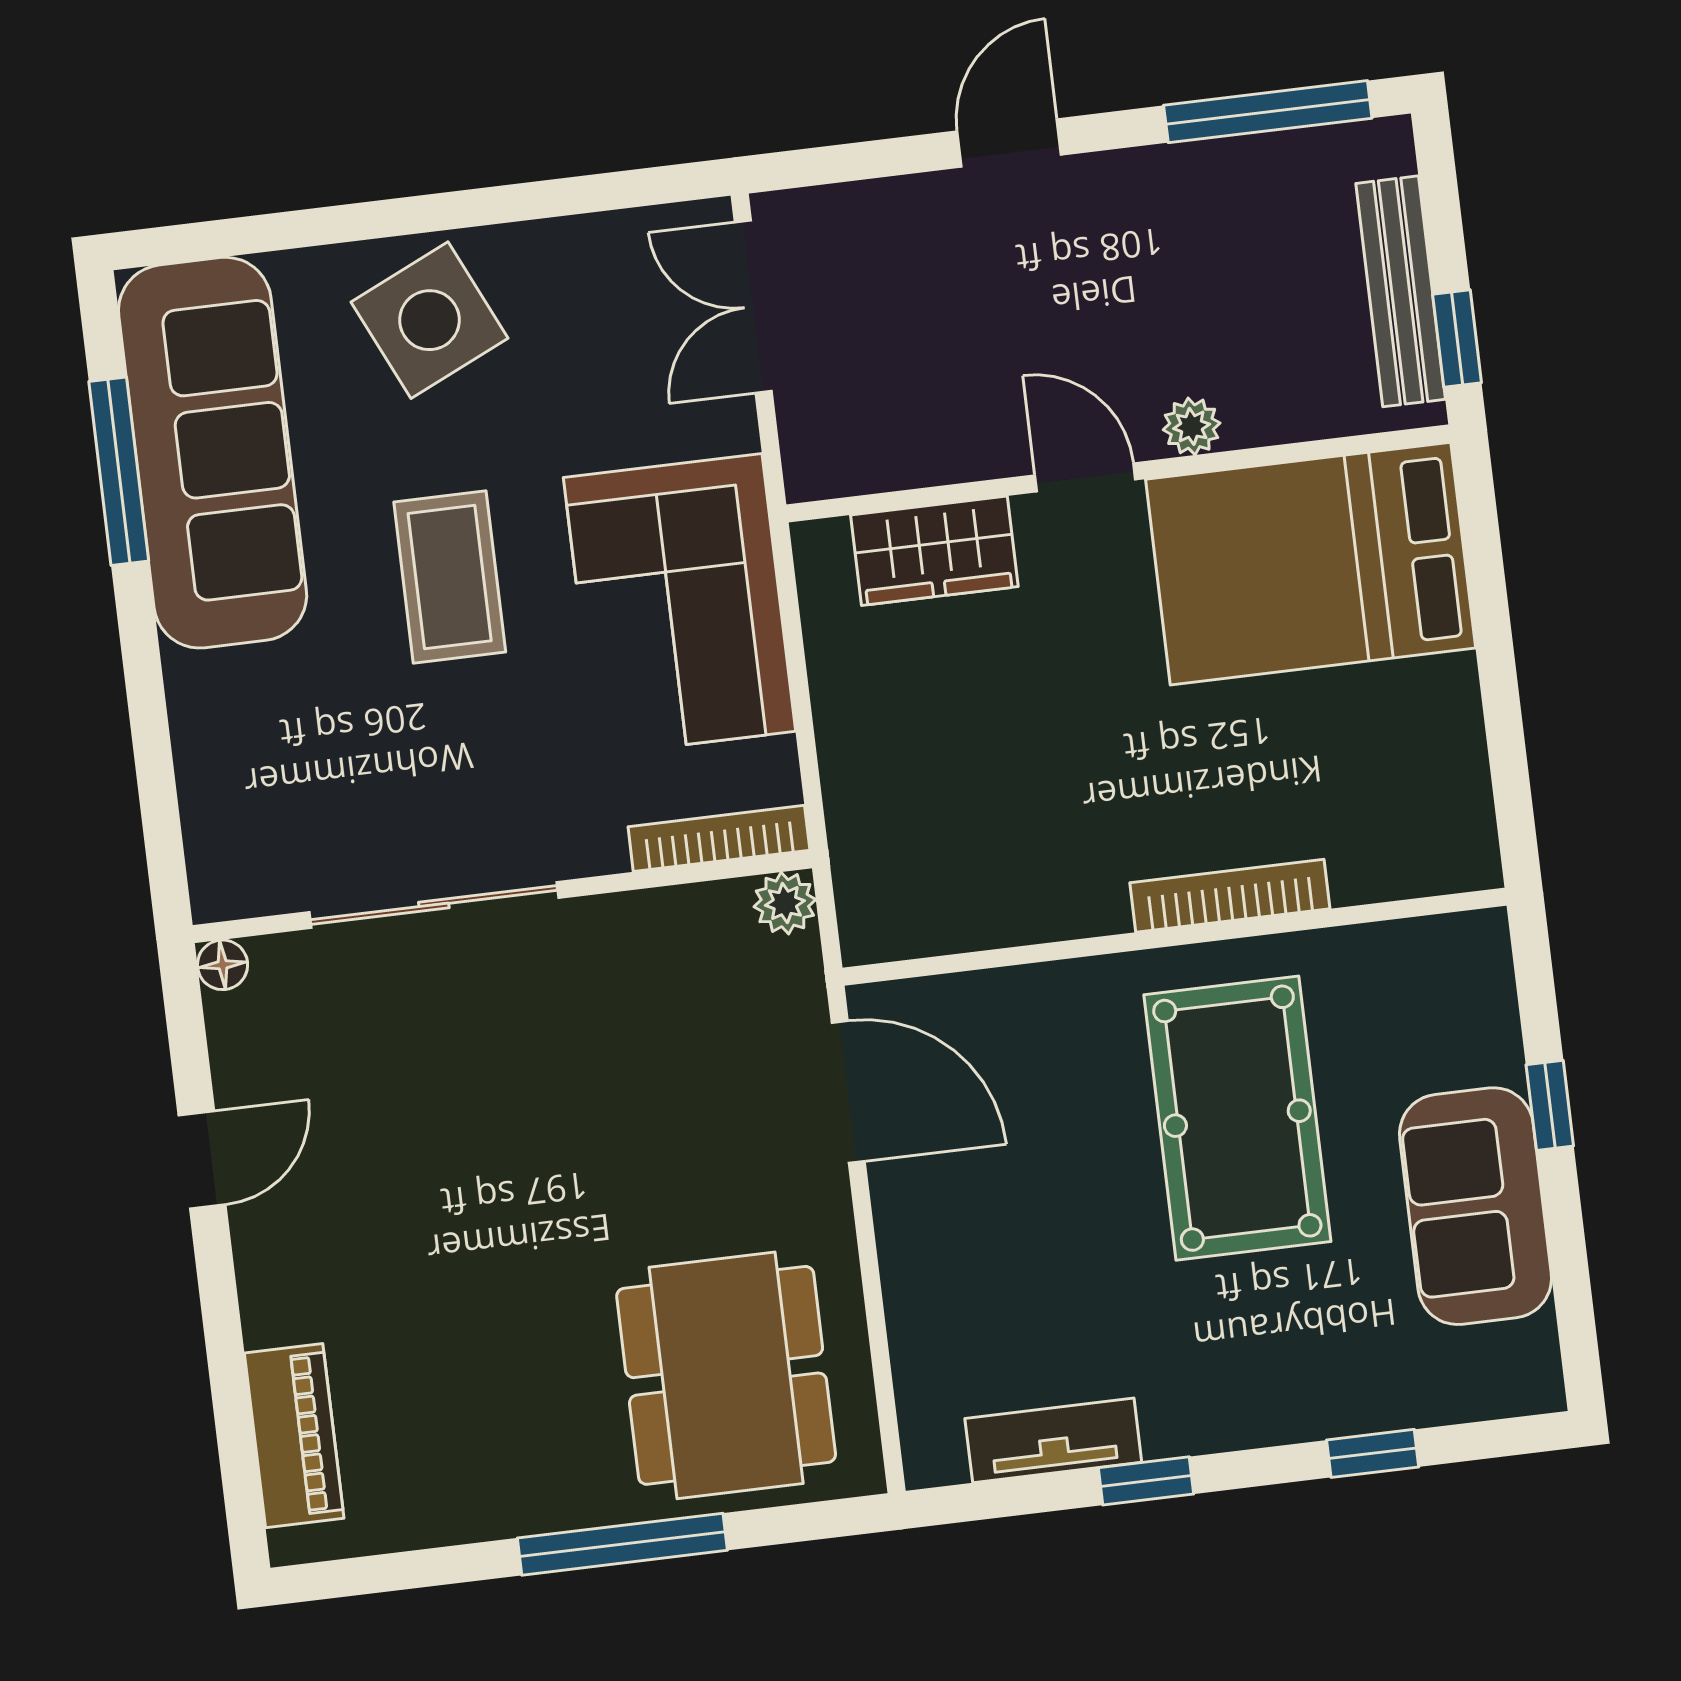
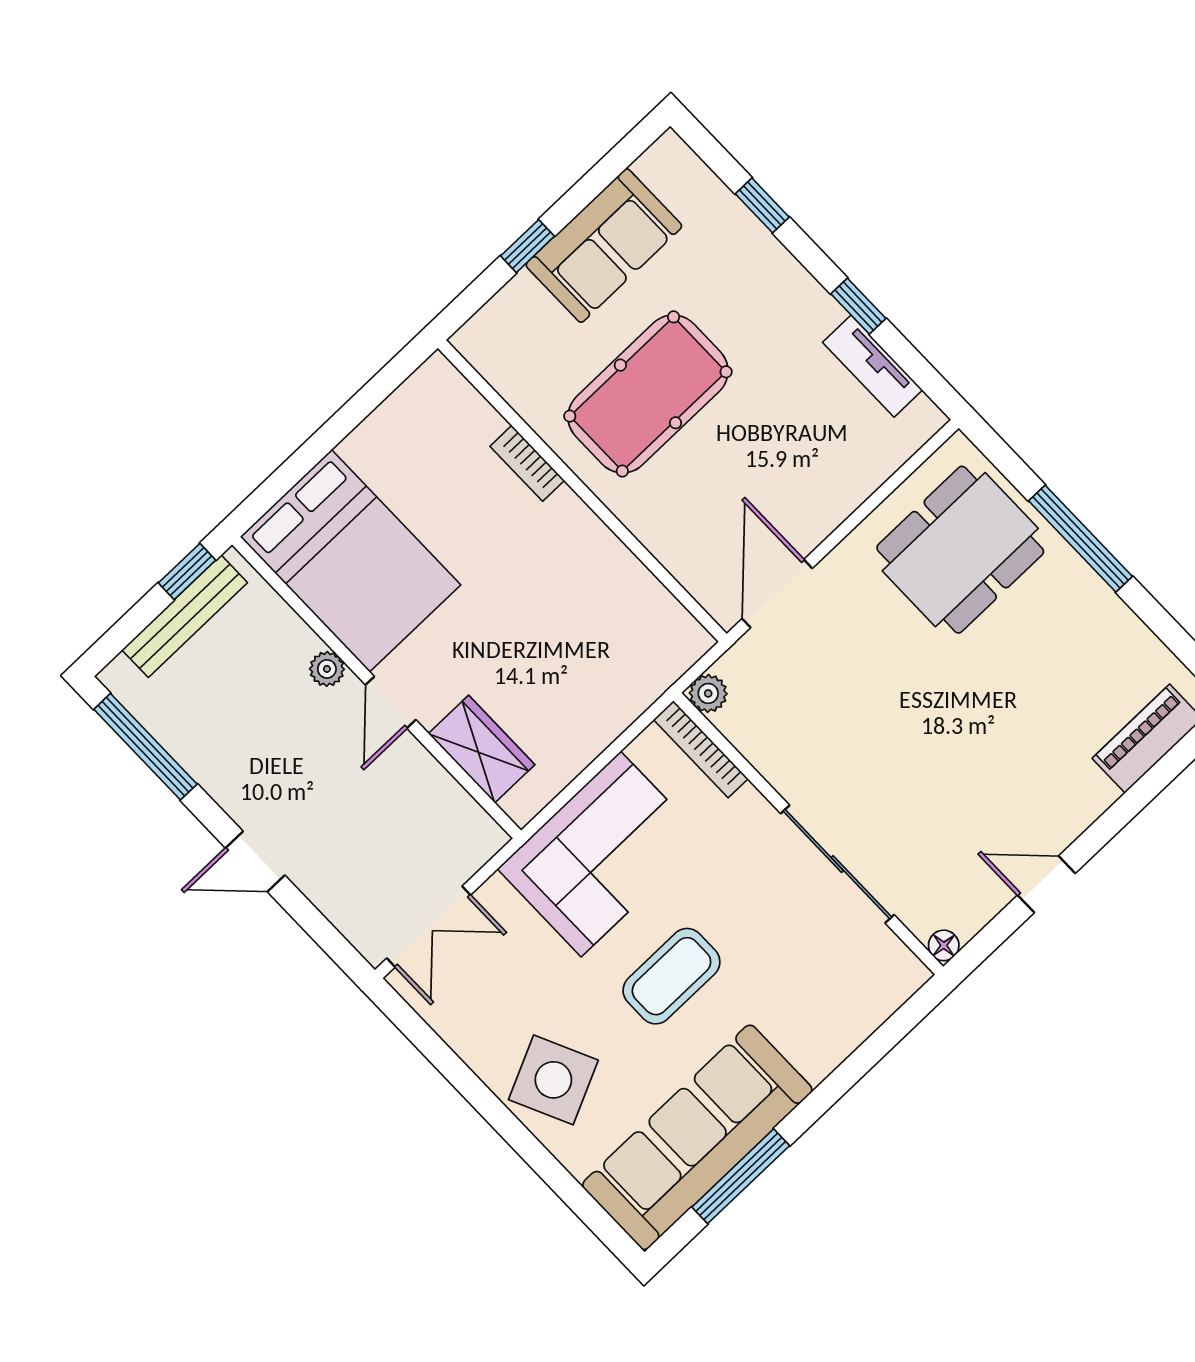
bookcase: (1230, 896) -> (527, 463), width x0.64

